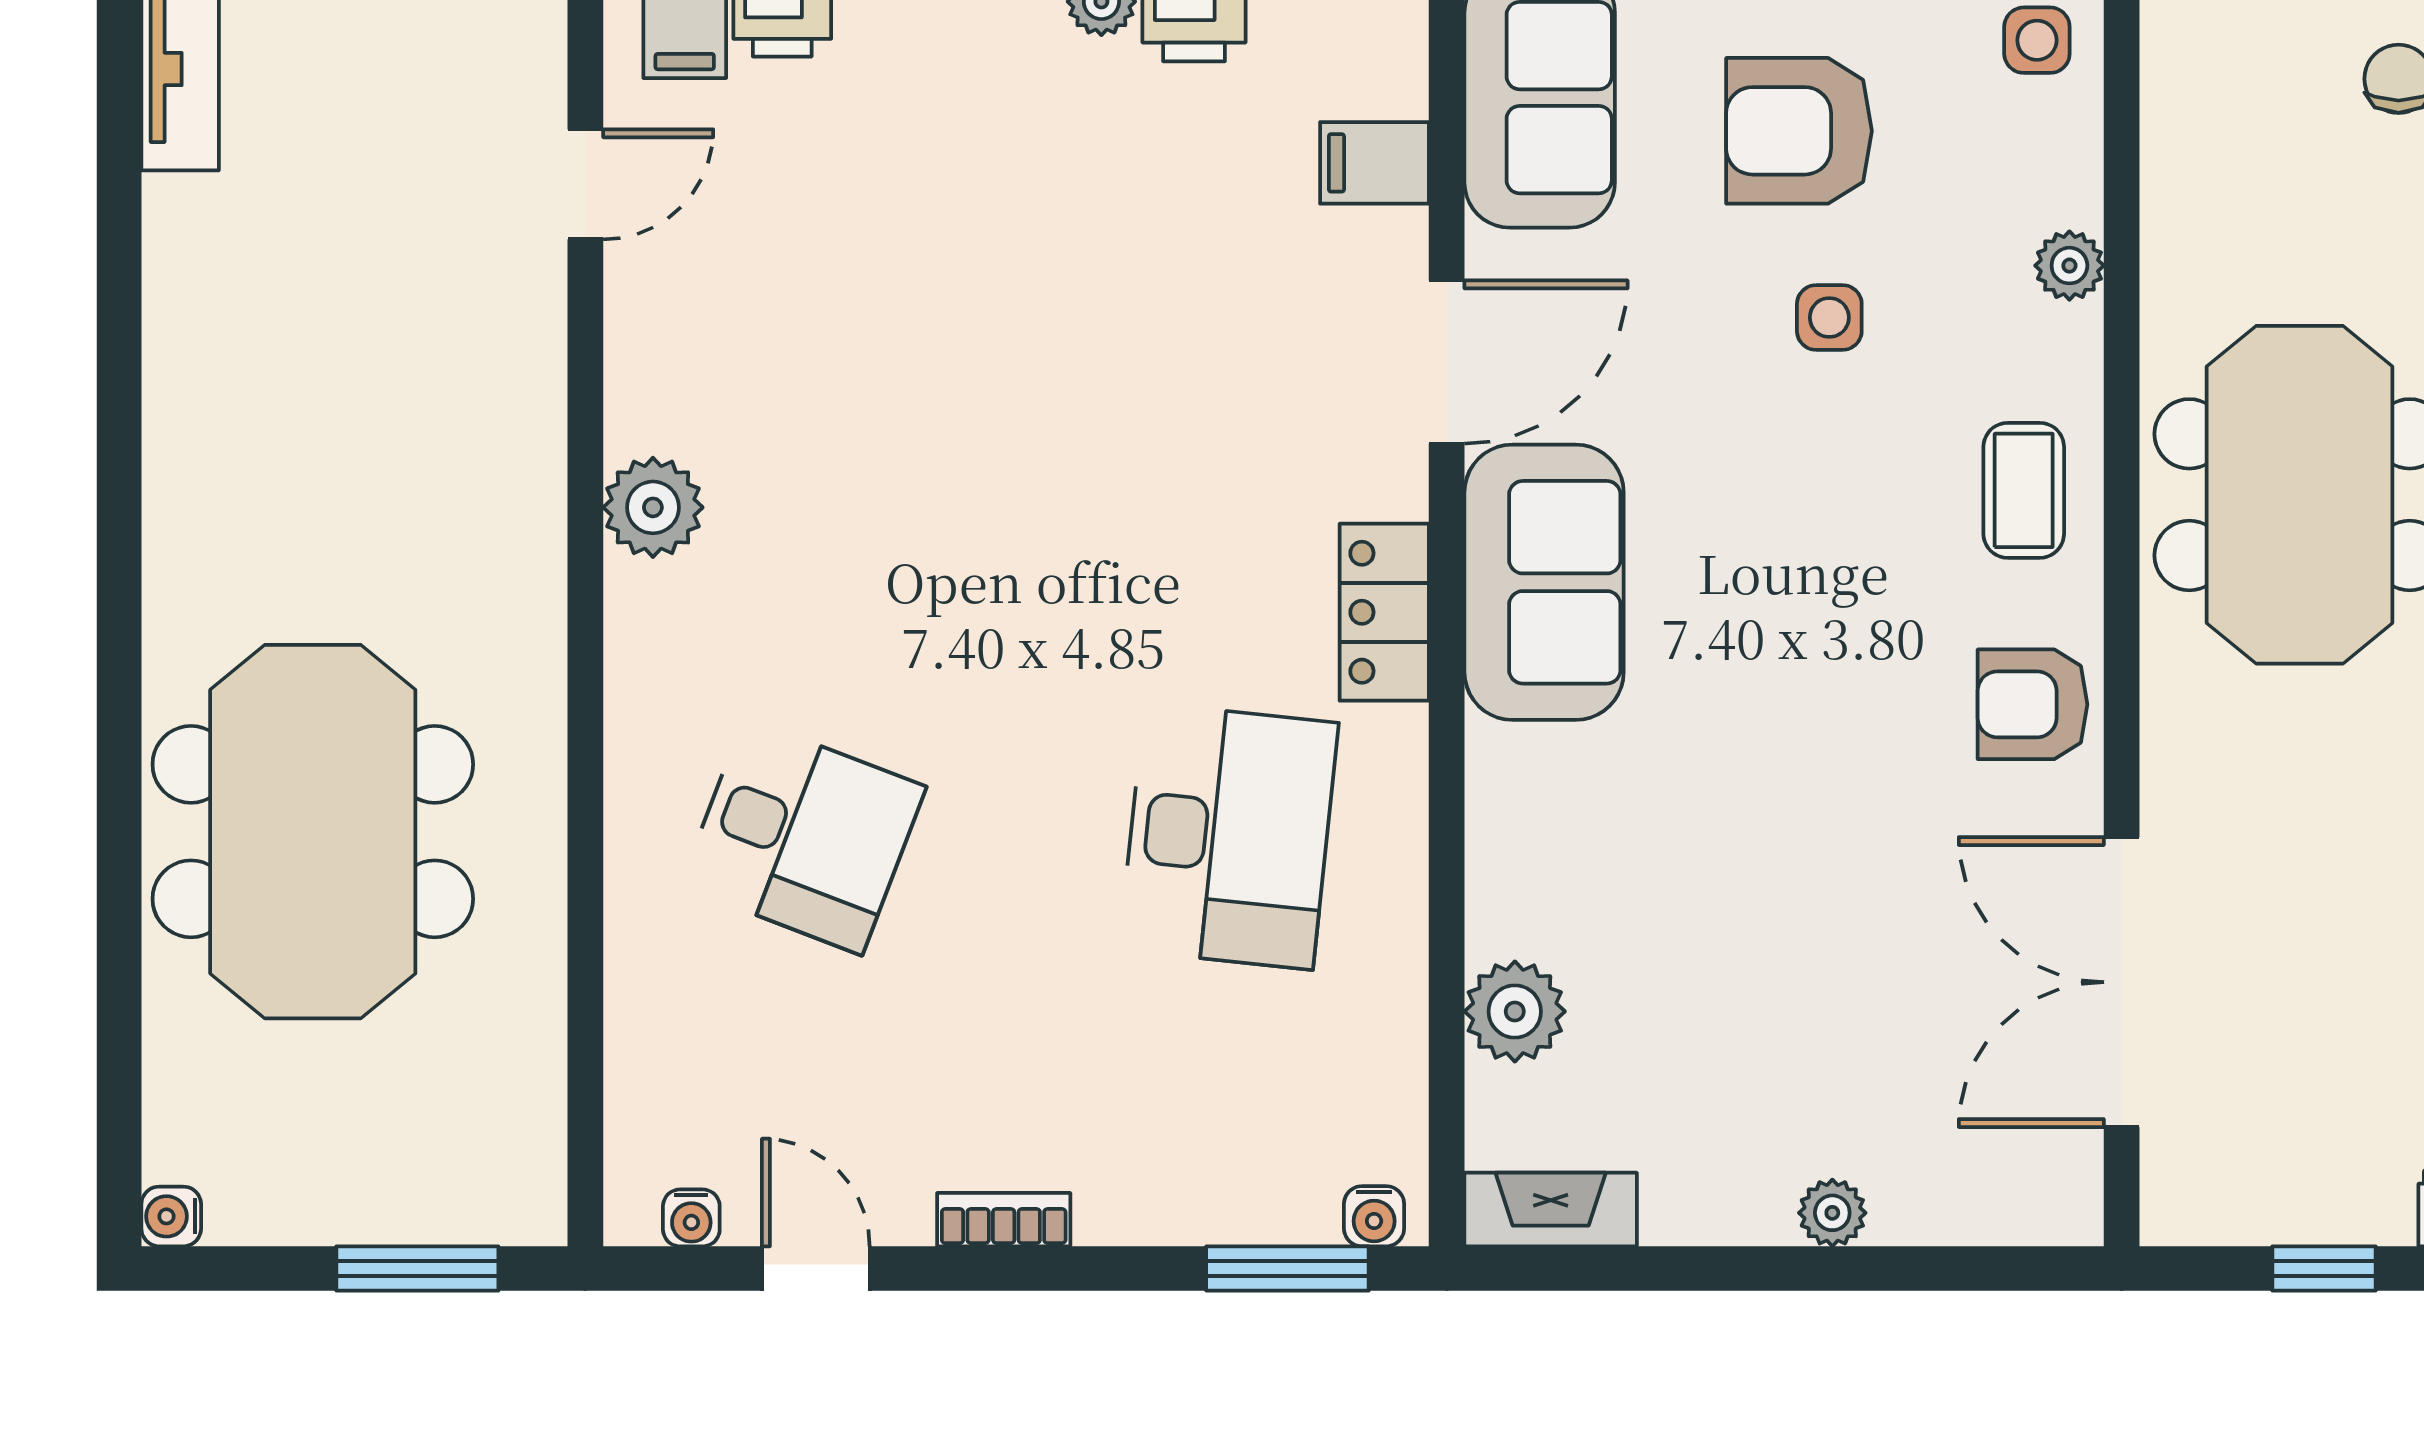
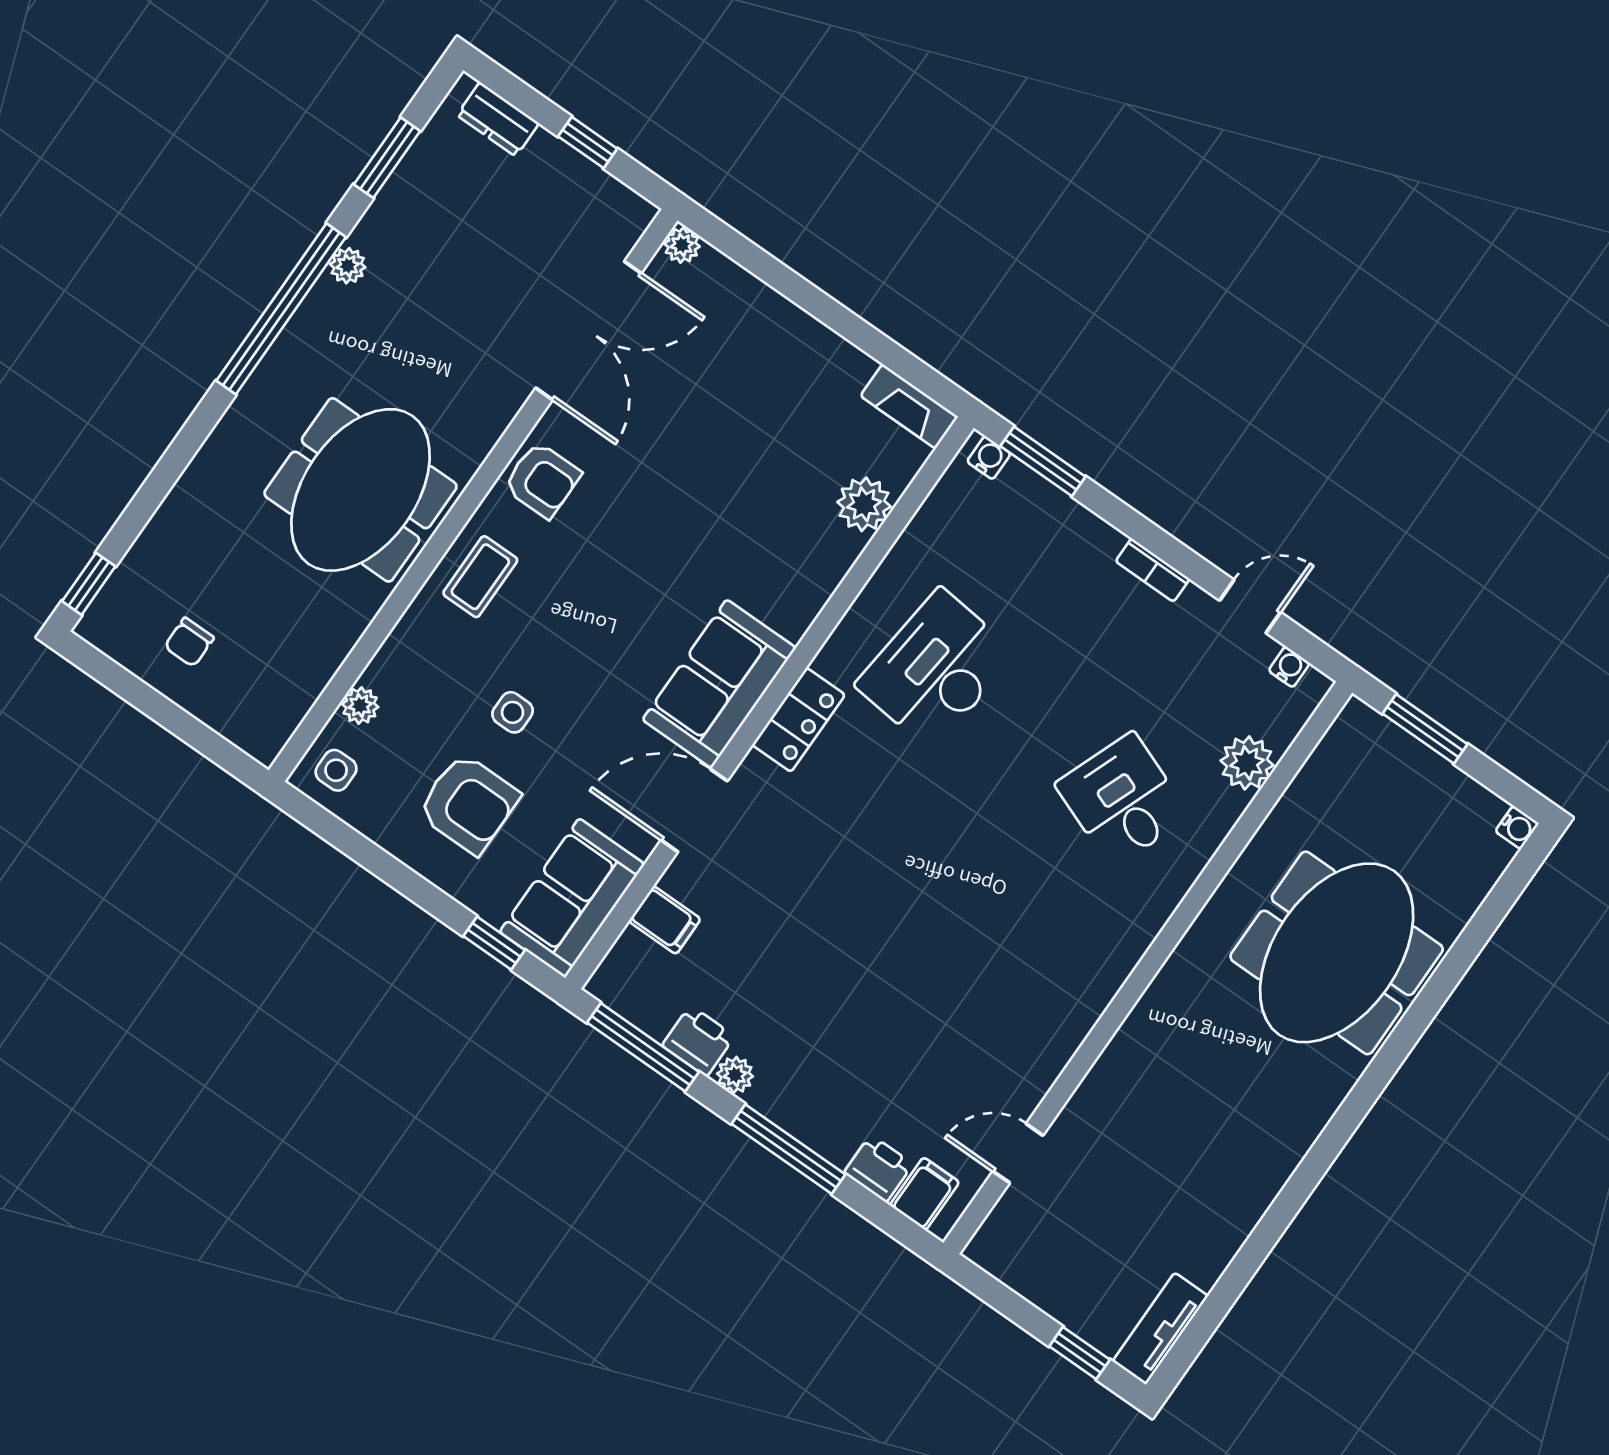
plant: (2069, 266) -> (360, 706), moved
plant: (653, 507) -> (1247, 763), moved
plant: (1832, 1213) -> (682, 245), moved
door: (816, 1268) -> (1250, 606), swing flipped

